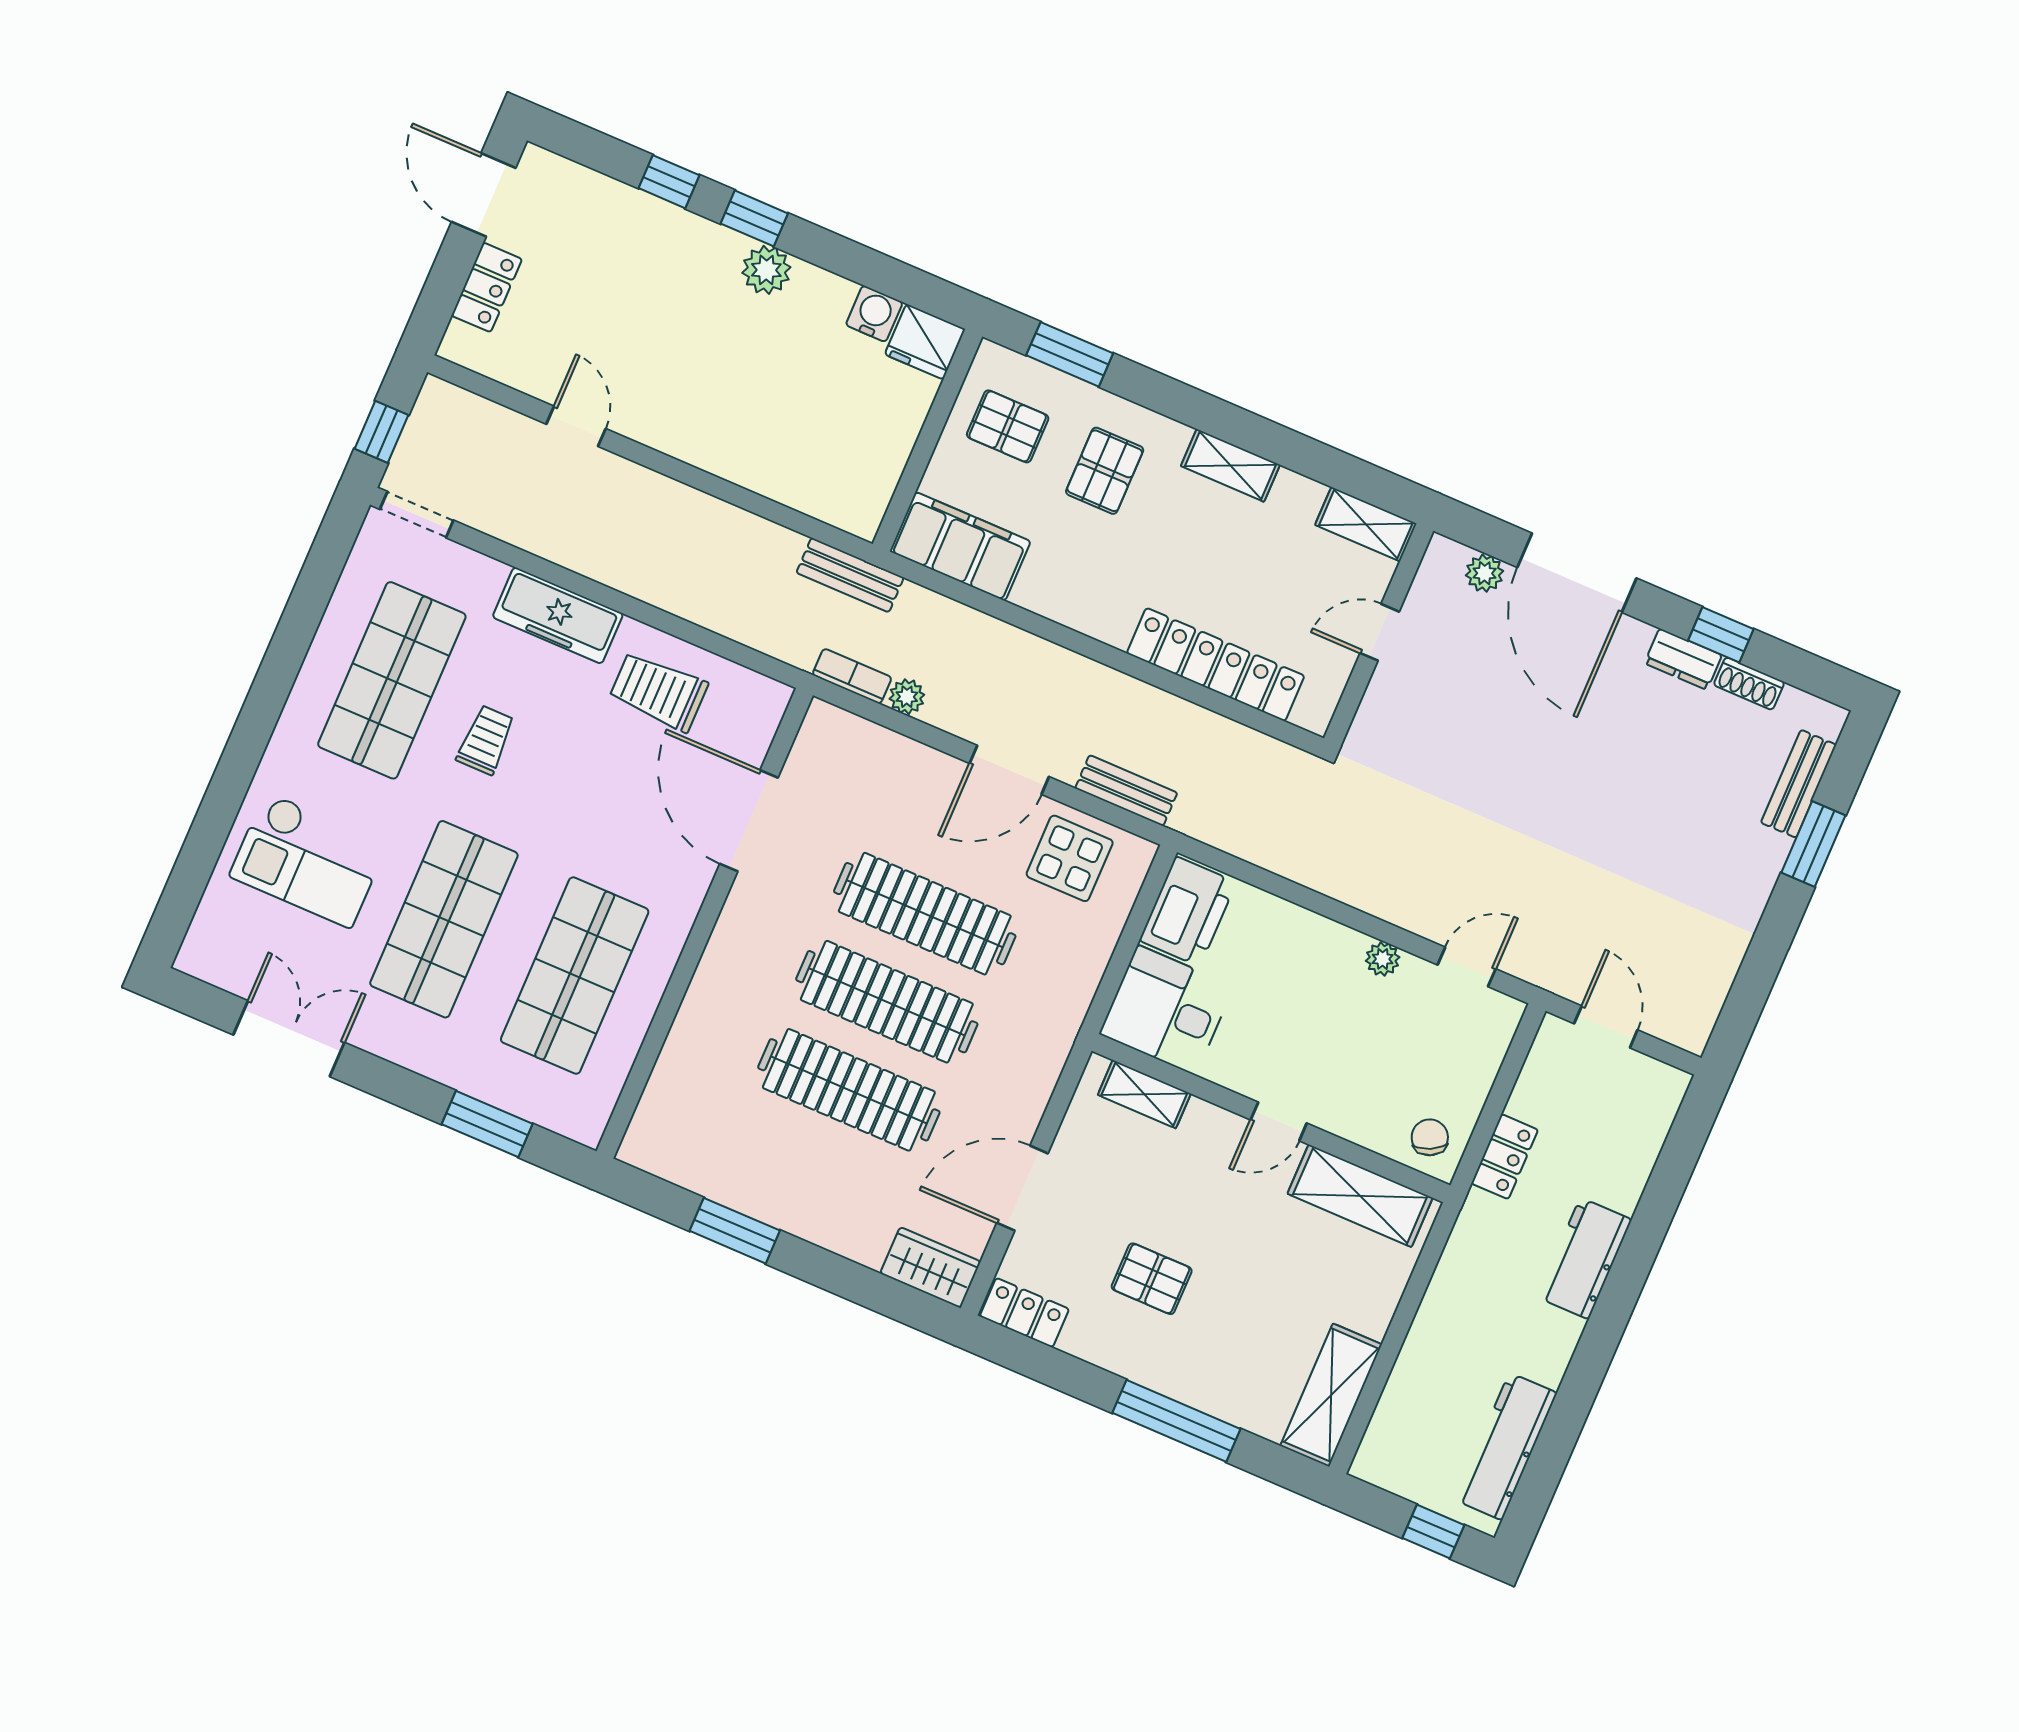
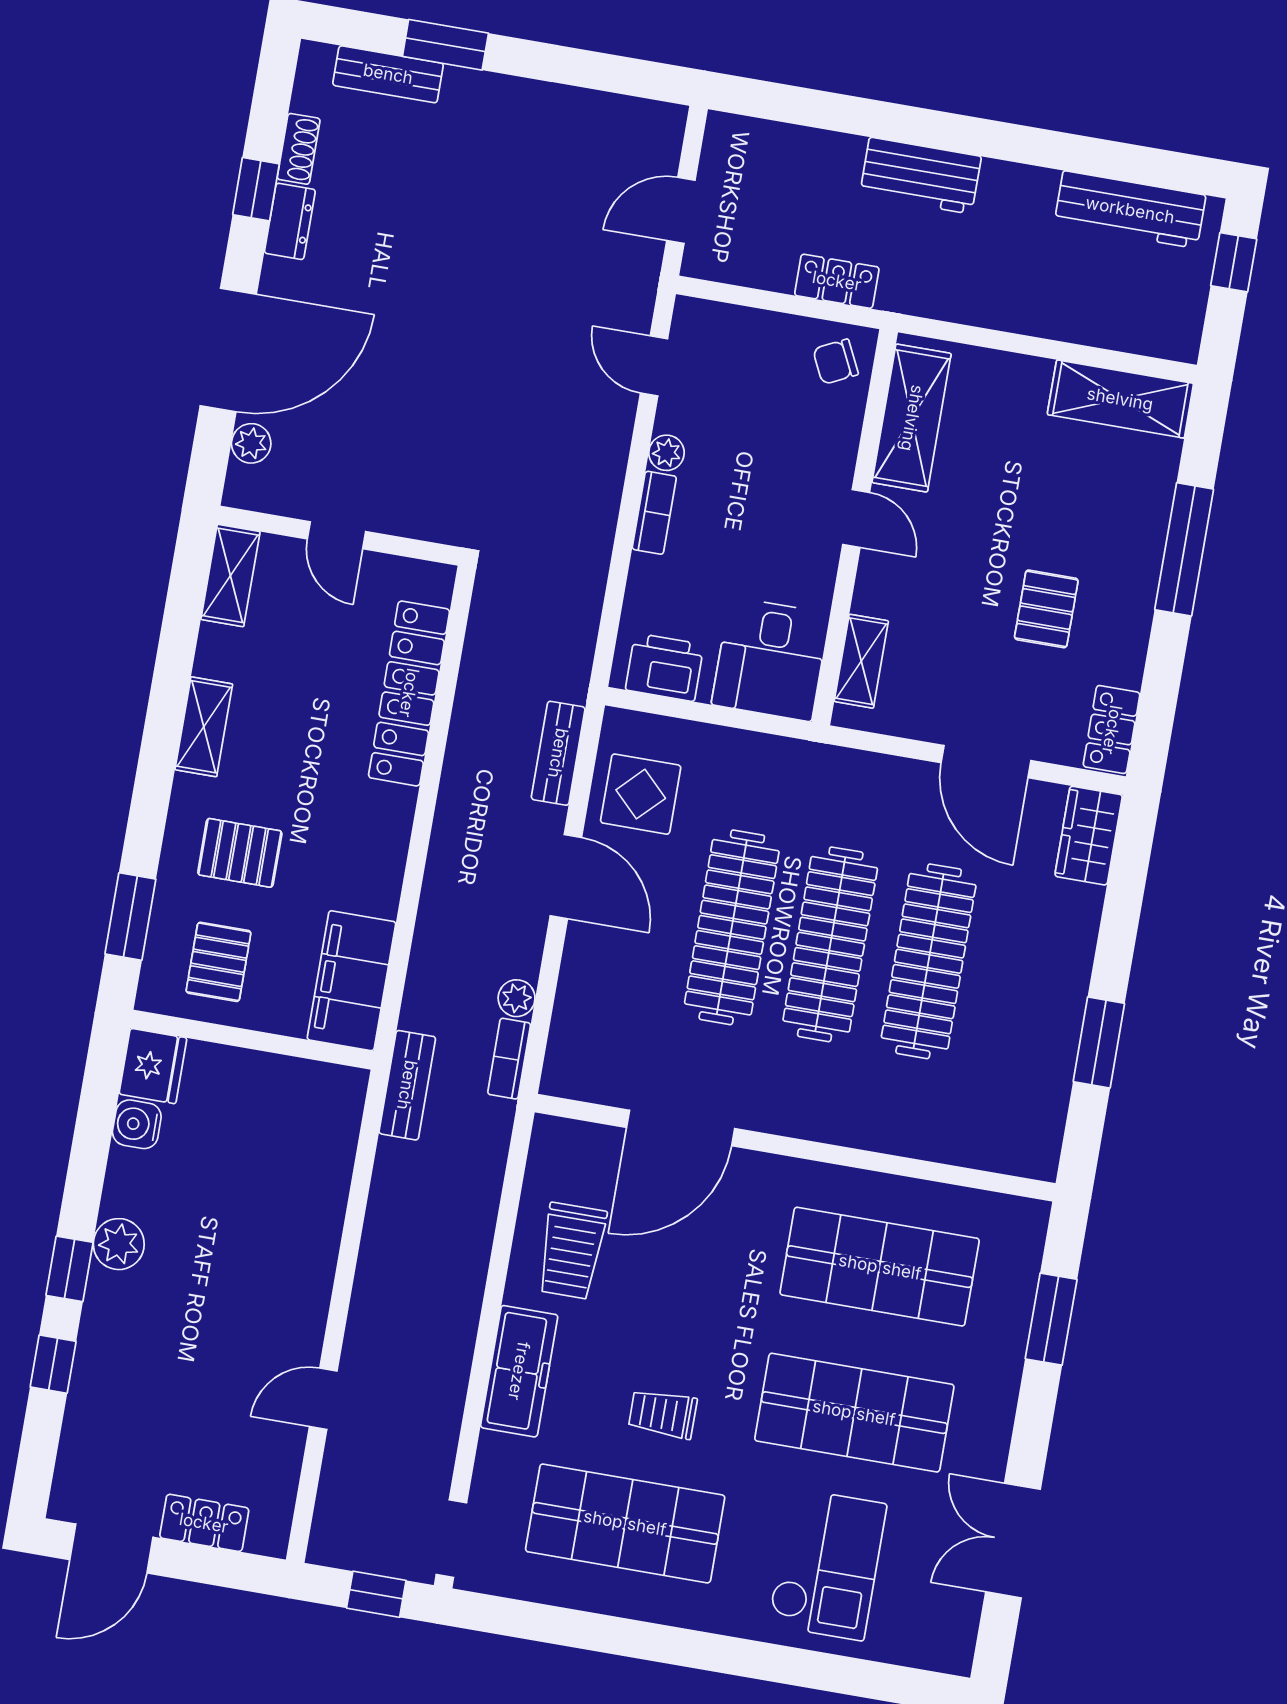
printer: (1188, 911) -> (665, 667), width x0.73, depth x0.84
bookcase: (1329, 934) -> (654, 513), added

